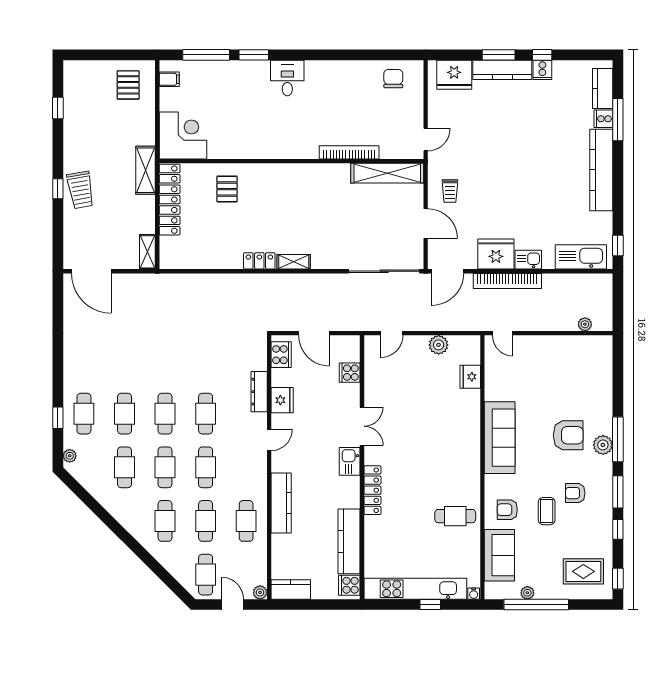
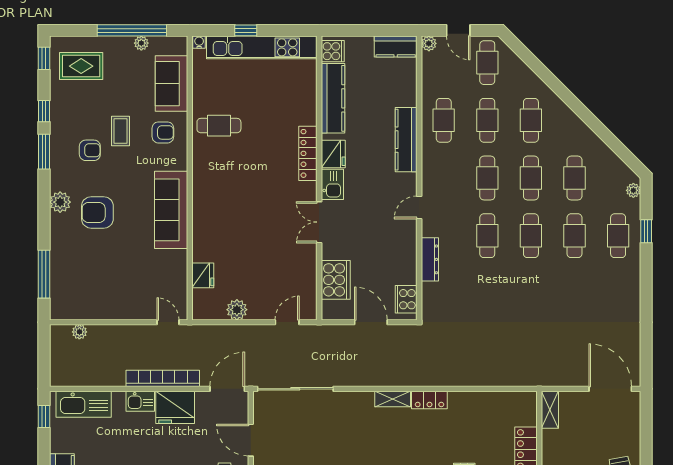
cooker: (350, 373) -> (336, 280), width x1.87, depth x1.31
fridge: (282, 400) -> (333, 154), moved, turned 180
window: (618, 439) -> (44, 274), moved

